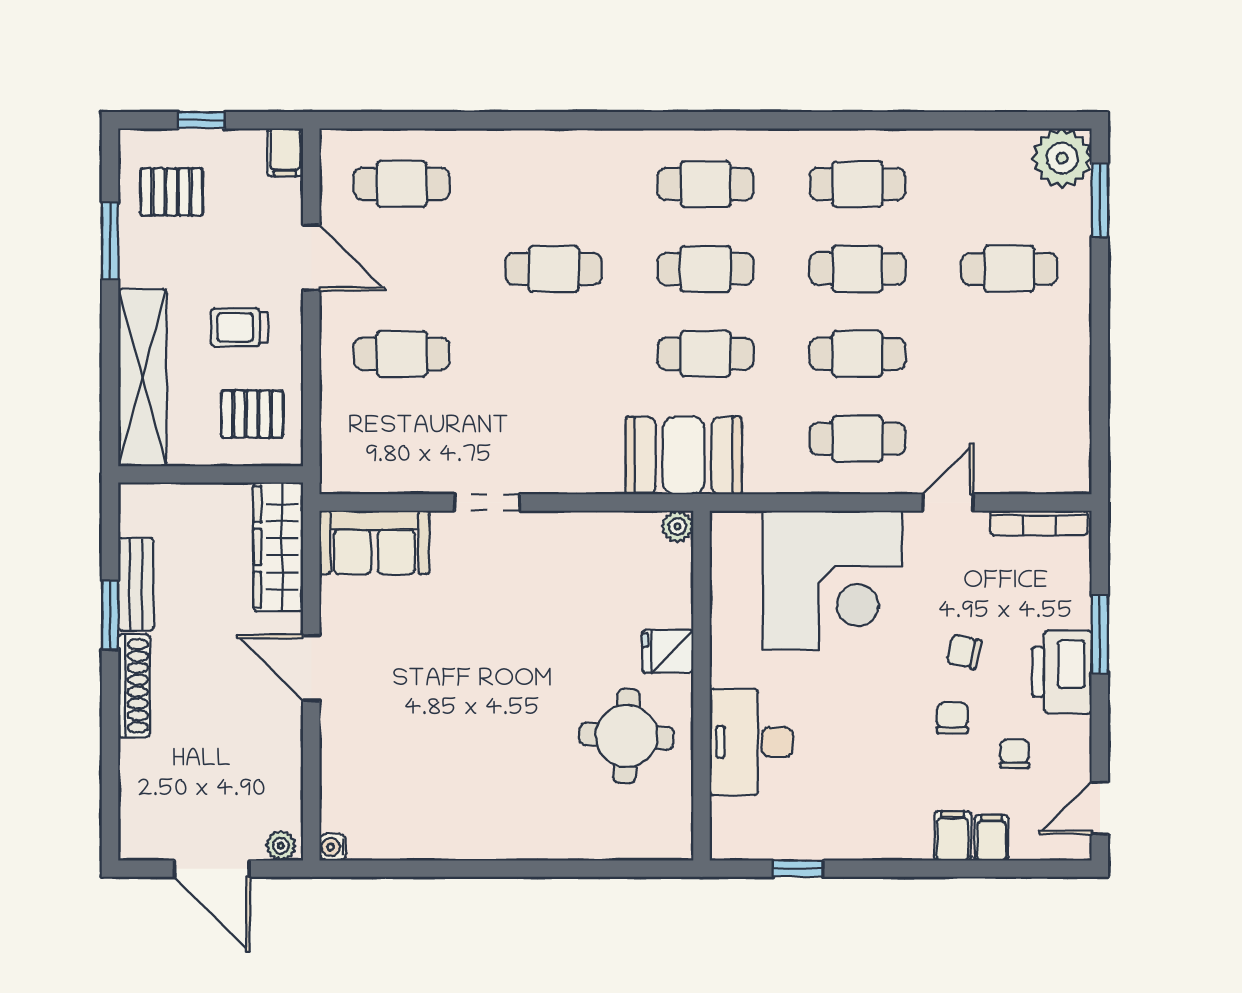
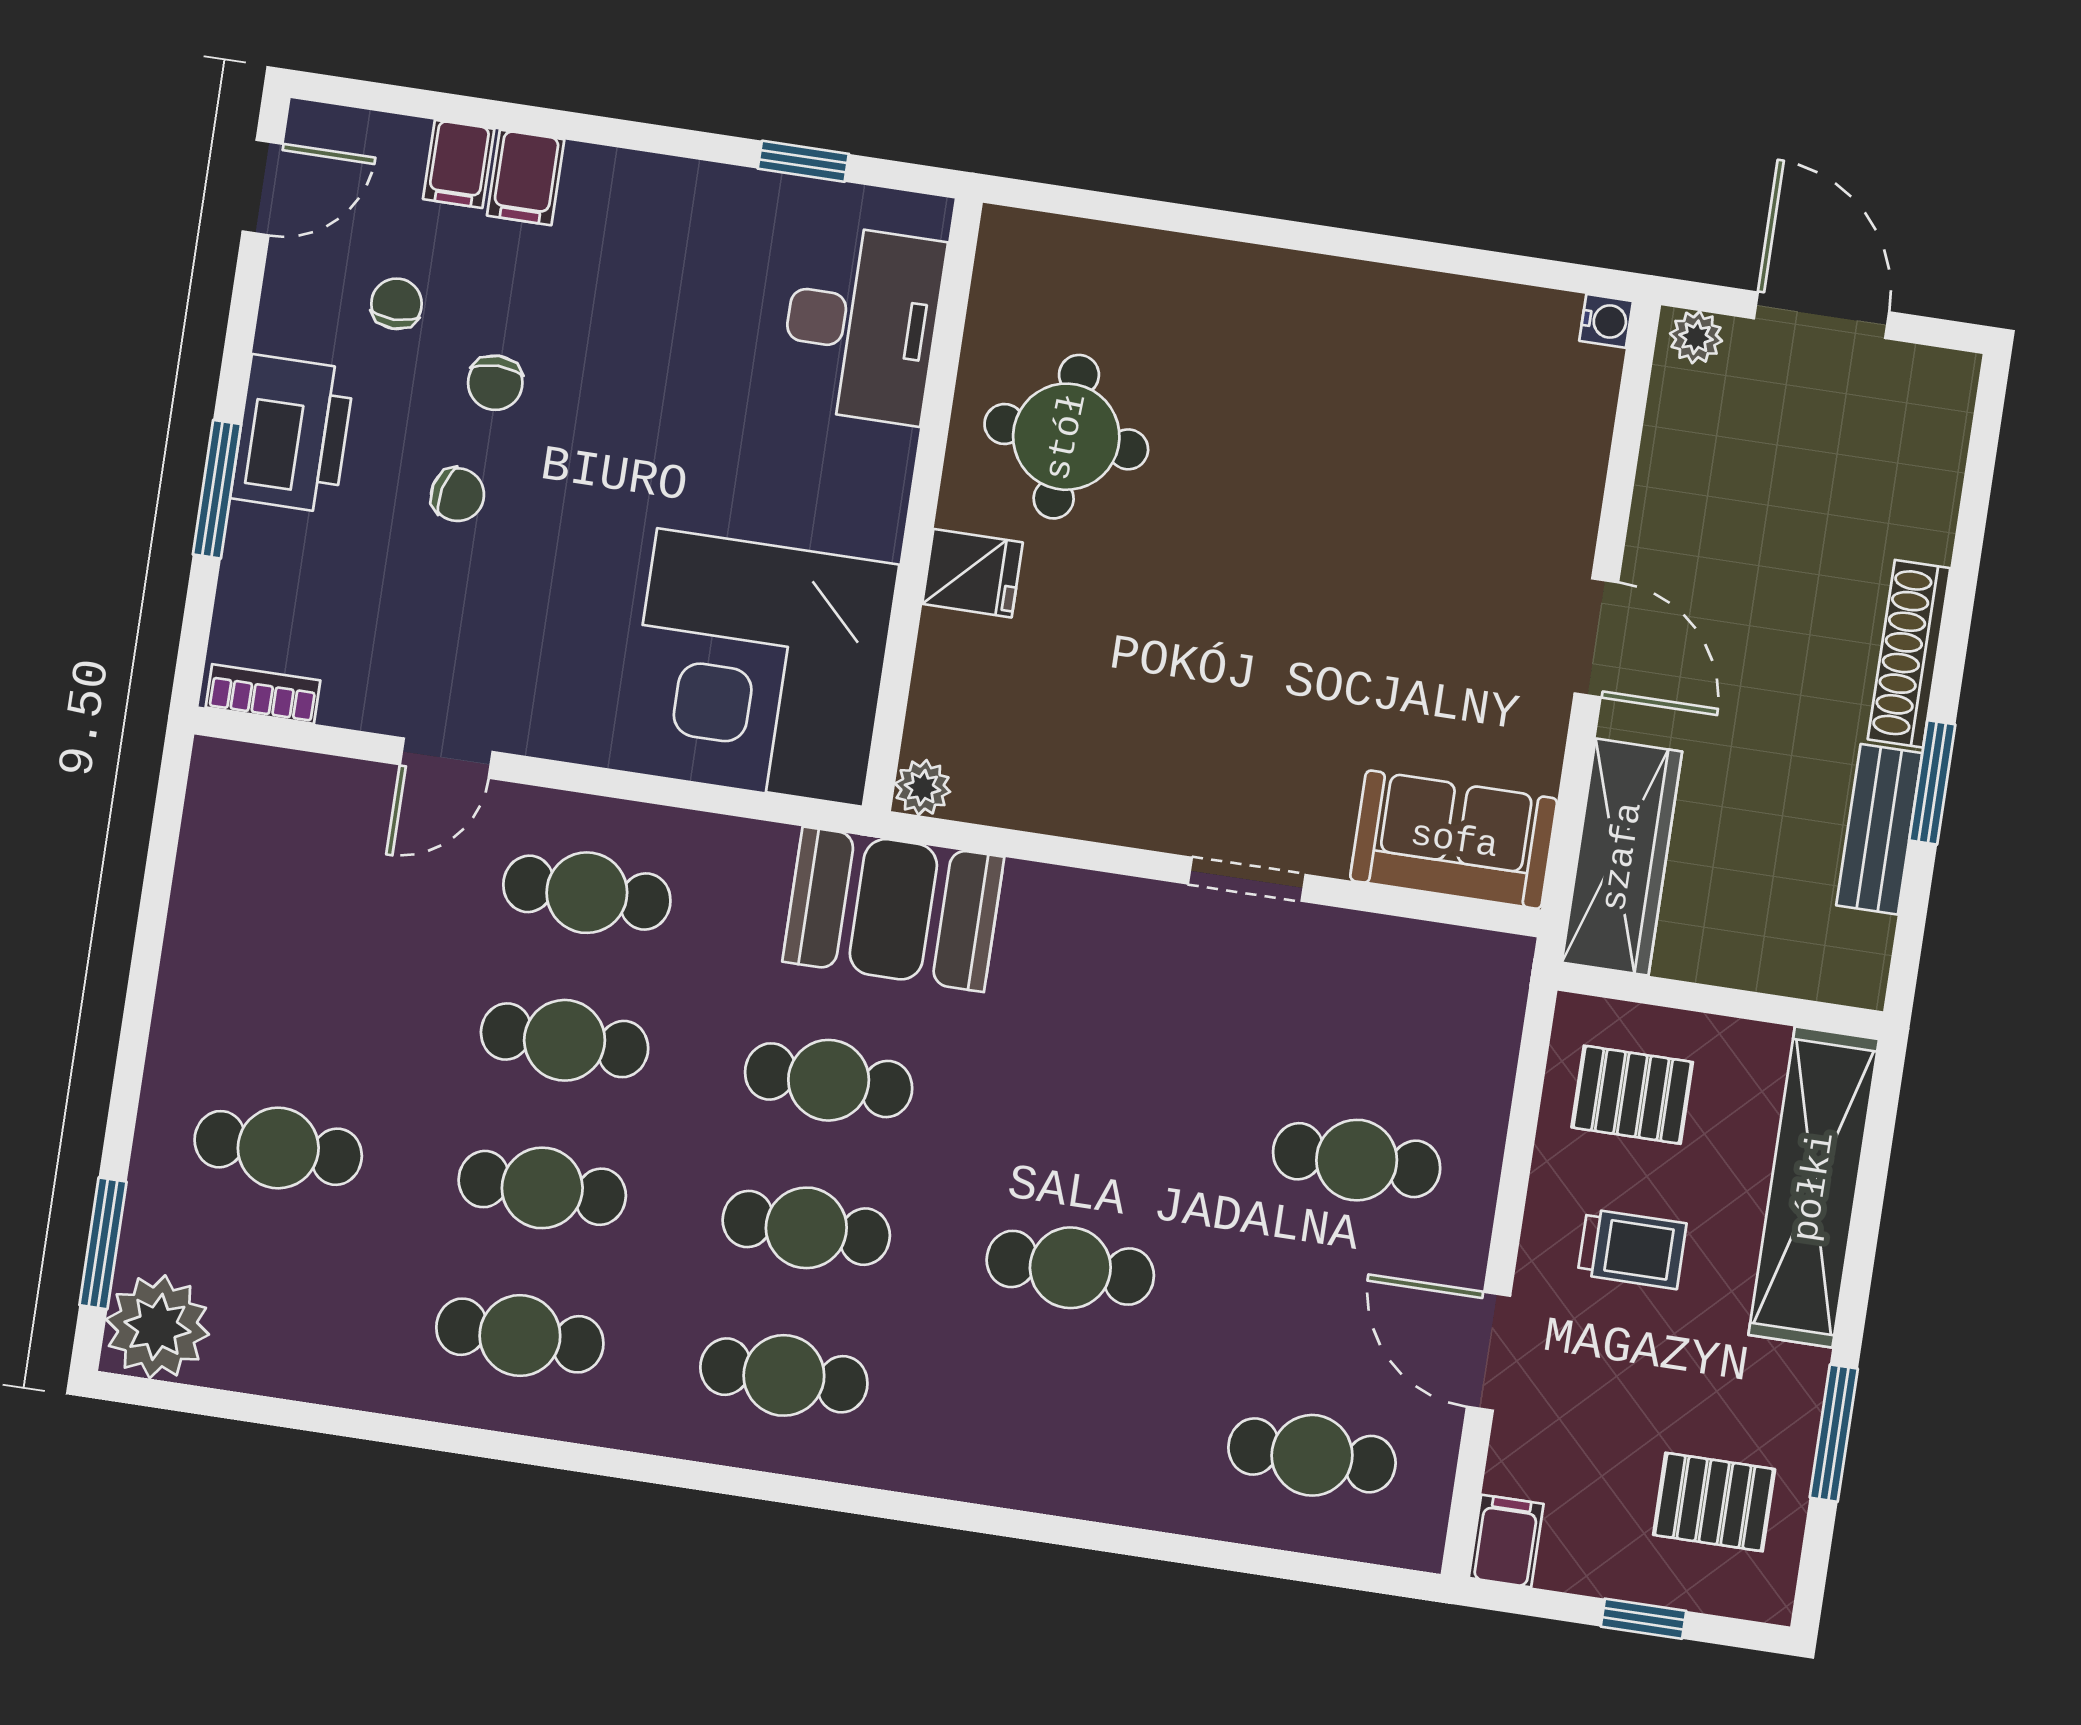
bookcase: (1039, 523) -> (263, 694), width x0.64
corner desk: (833, 580) -> (760, 667), moved, turned -90
desk: (751, 742) -> (862, 324), moved
chair: (1015, 754) -> (396, 304), turned 180

